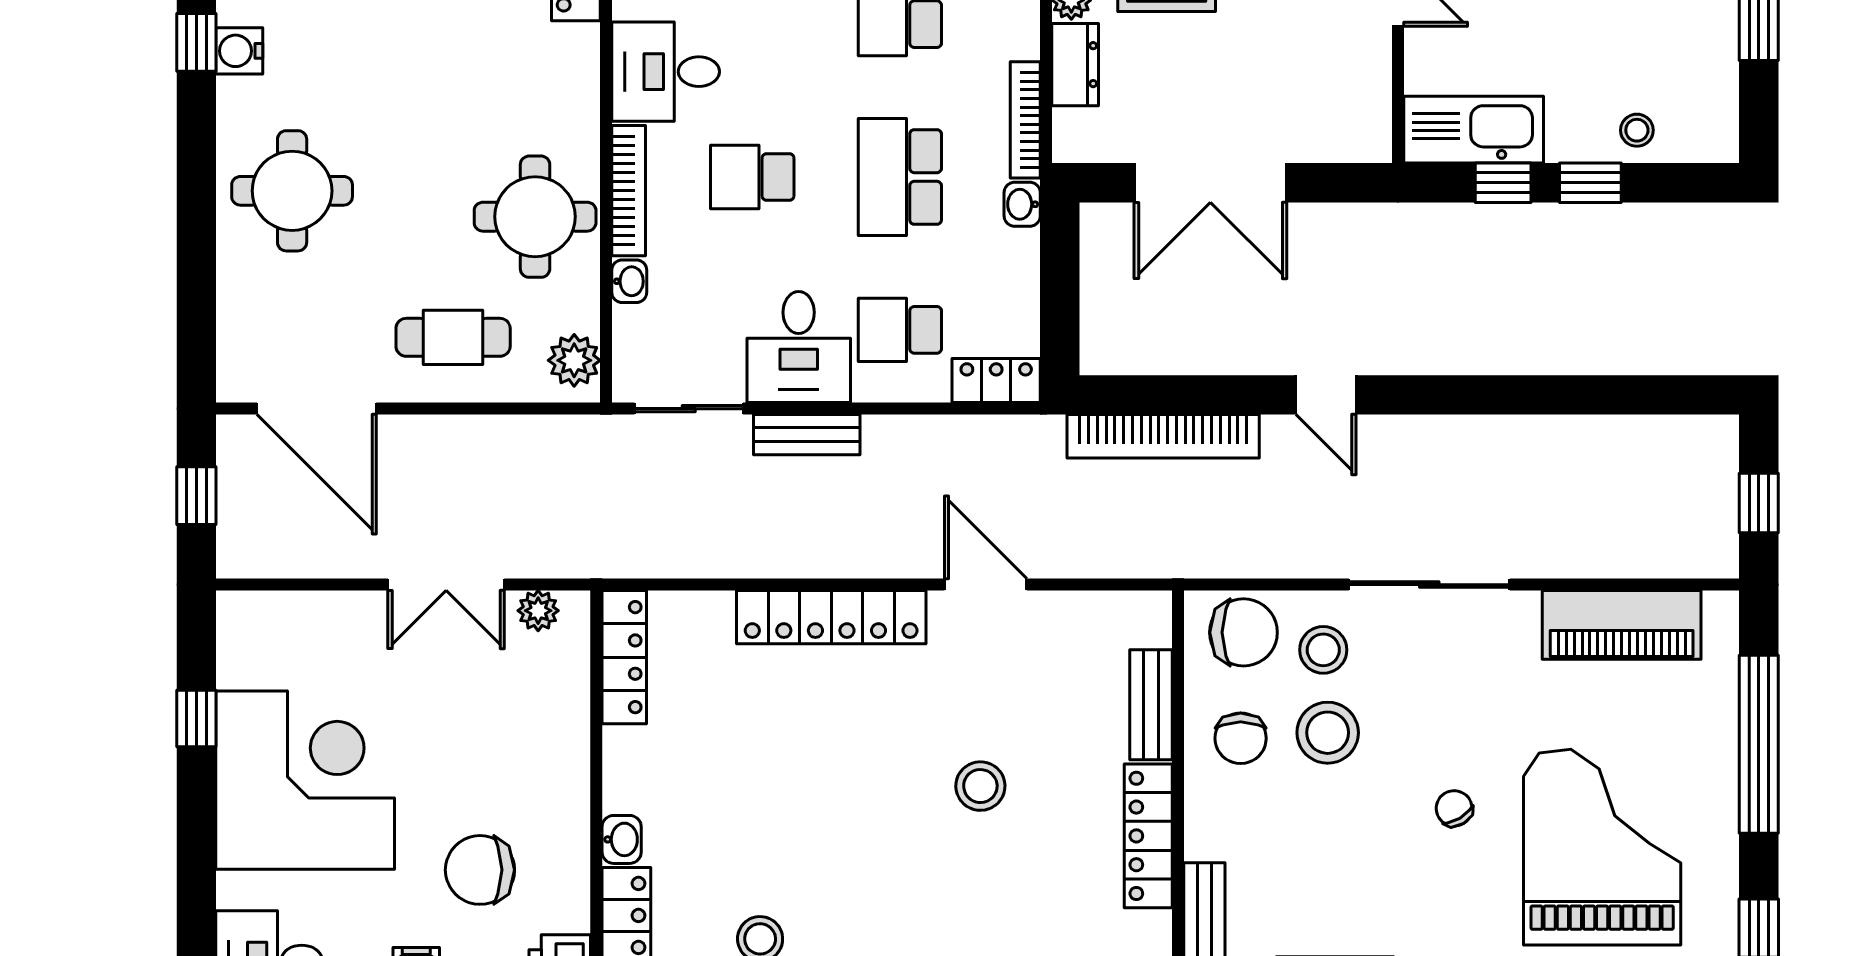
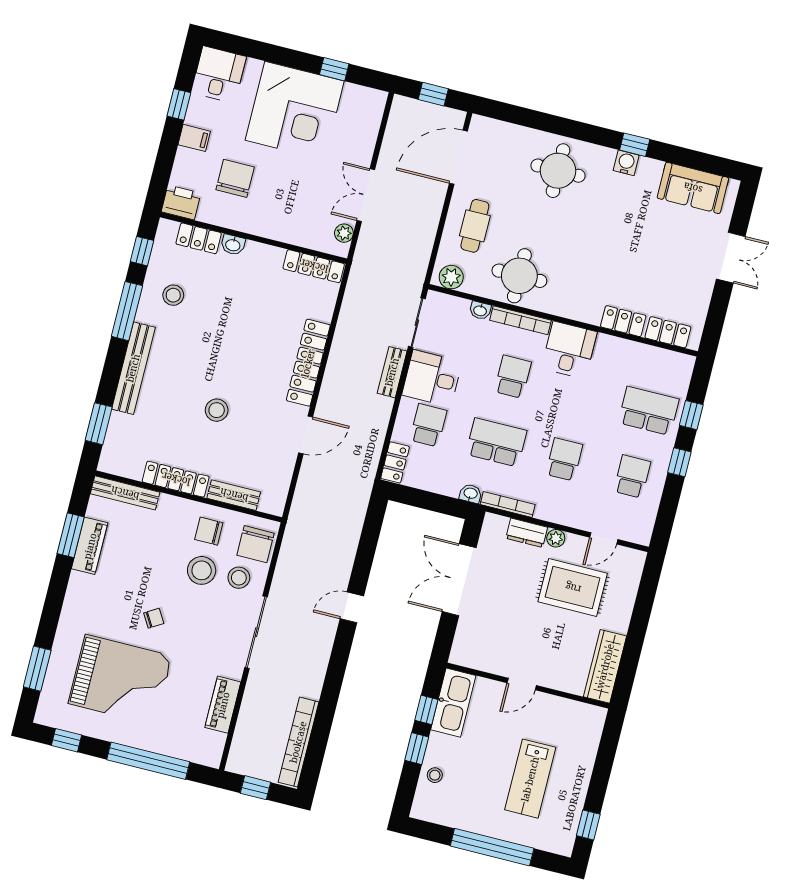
bookcase: (1163, 436) -> (298, 742), moved
piano: (1622, 625) -> (223, 705), width x0.73, depth x0.75

